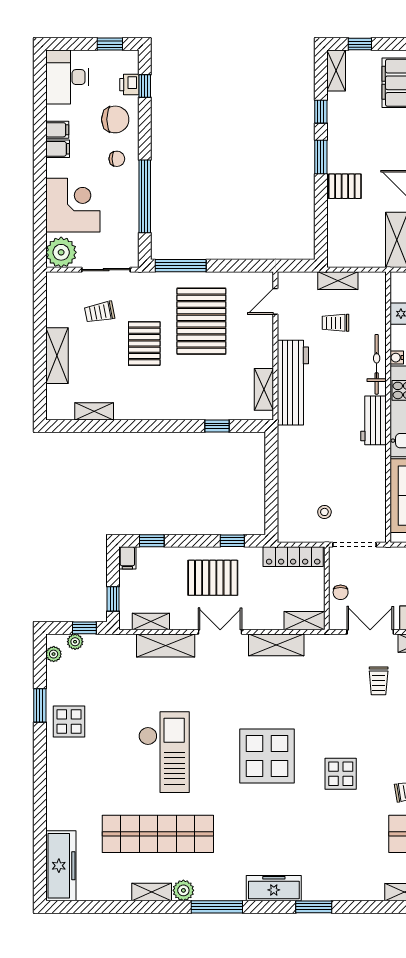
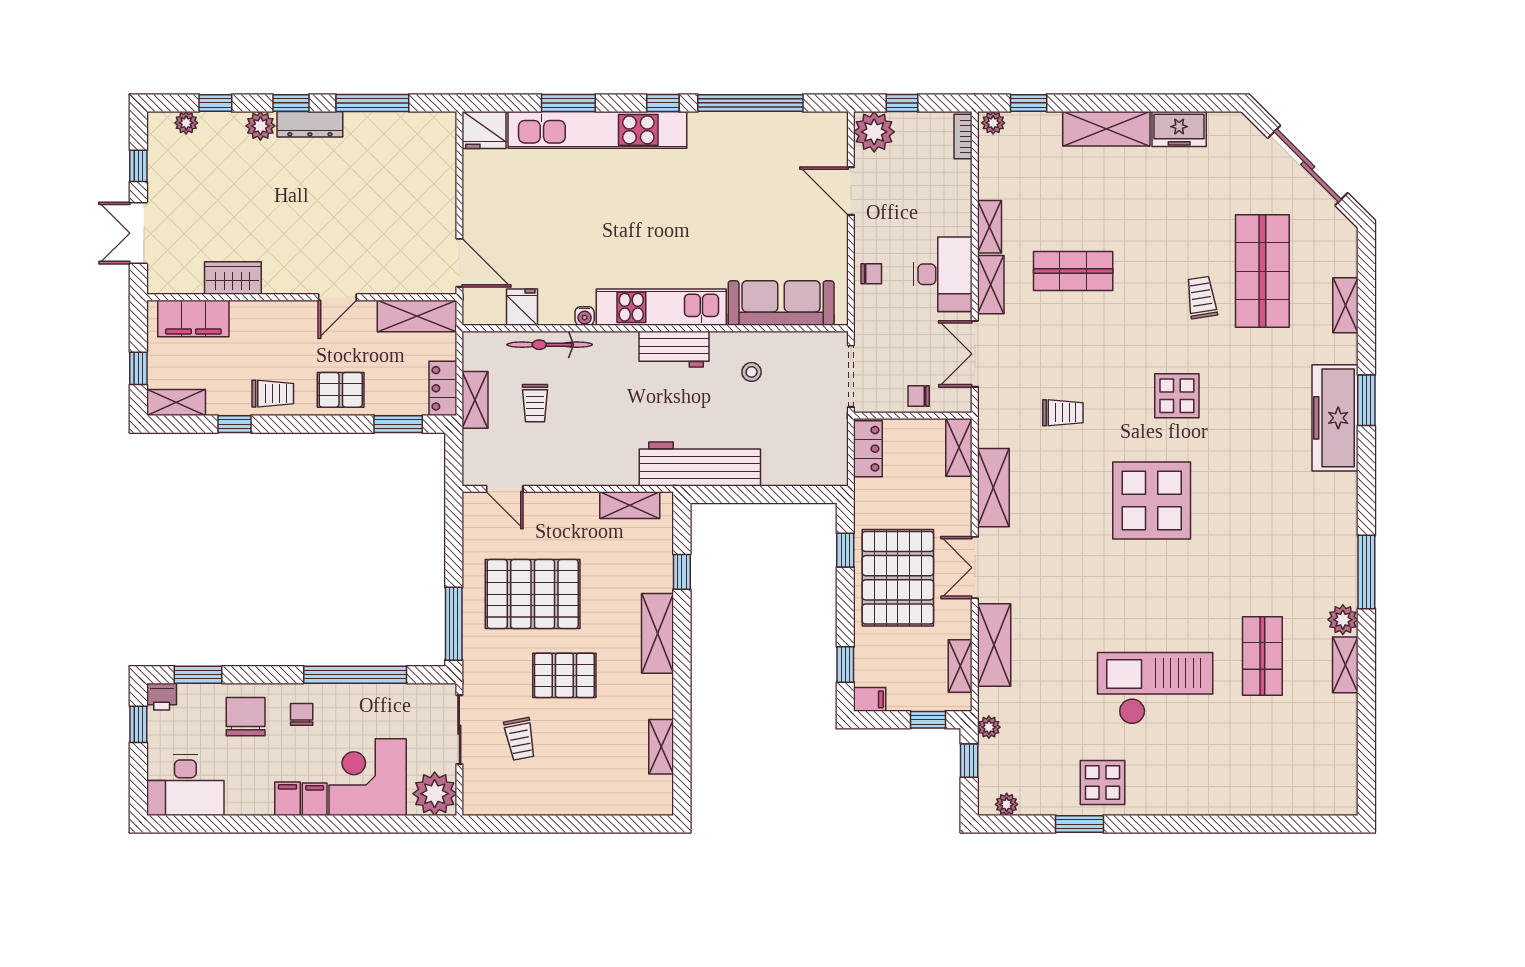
printer: (129, 85) -> (162, 697), moved
window: (145, 86) -> (198, 675), width x1.50
filing cabinet: (57, 130) -> (315, 799), moved
trolley: (342, 138) -> (273, 394), added
window: (321, 157) -> (398, 424), moved
pallet: (345, 186) -> (341, 390), turned 90
locker: (346, 258) -> (443, 388), added
shelving: (57, 356) -> (657, 633), moved, turned 90
bicycle: (377, 364) -> (550, 345), moved
workbench: (293, 383) -> (700, 464), moved
stool: (324, 512) -> (752, 372), moved
locker: (293, 557) -> (868, 449), width x0.66
pallet: (213, 578) -> (898, 578), width x1.37, depth x1.41
chair: (341, 592) -> (919, 396), turned 180
plant: (75, 642) -> (989, 727), moved
trolley: (379, 681) -> (1063, 413), moved
checkout: (164, 752) -> (1155, 688), moved
shop shelf: (158, 834) -> (1262, 656), width x0.50, depth x0.74
freezer: (61, 866) -> (1308, 794), removed
freezer: (274, 888) -> (1335, 418), moved, width x1.36, depth x1.26
window: (314, 907) -> (1366, 400), moved

